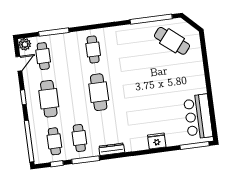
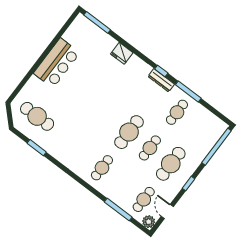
window: (151, 19) -> (37, 148), width x0.47
cafe table: (172, 41) -> (37, 116), turned -39
door: (19, 64) -> (167, 212), hinge flipped
bar counter: (198, 117) -> (57, 63), moved
cafe table: (54, 141) -> (150, 148), moved
window: (57, 164) -> (161, 71), moved

